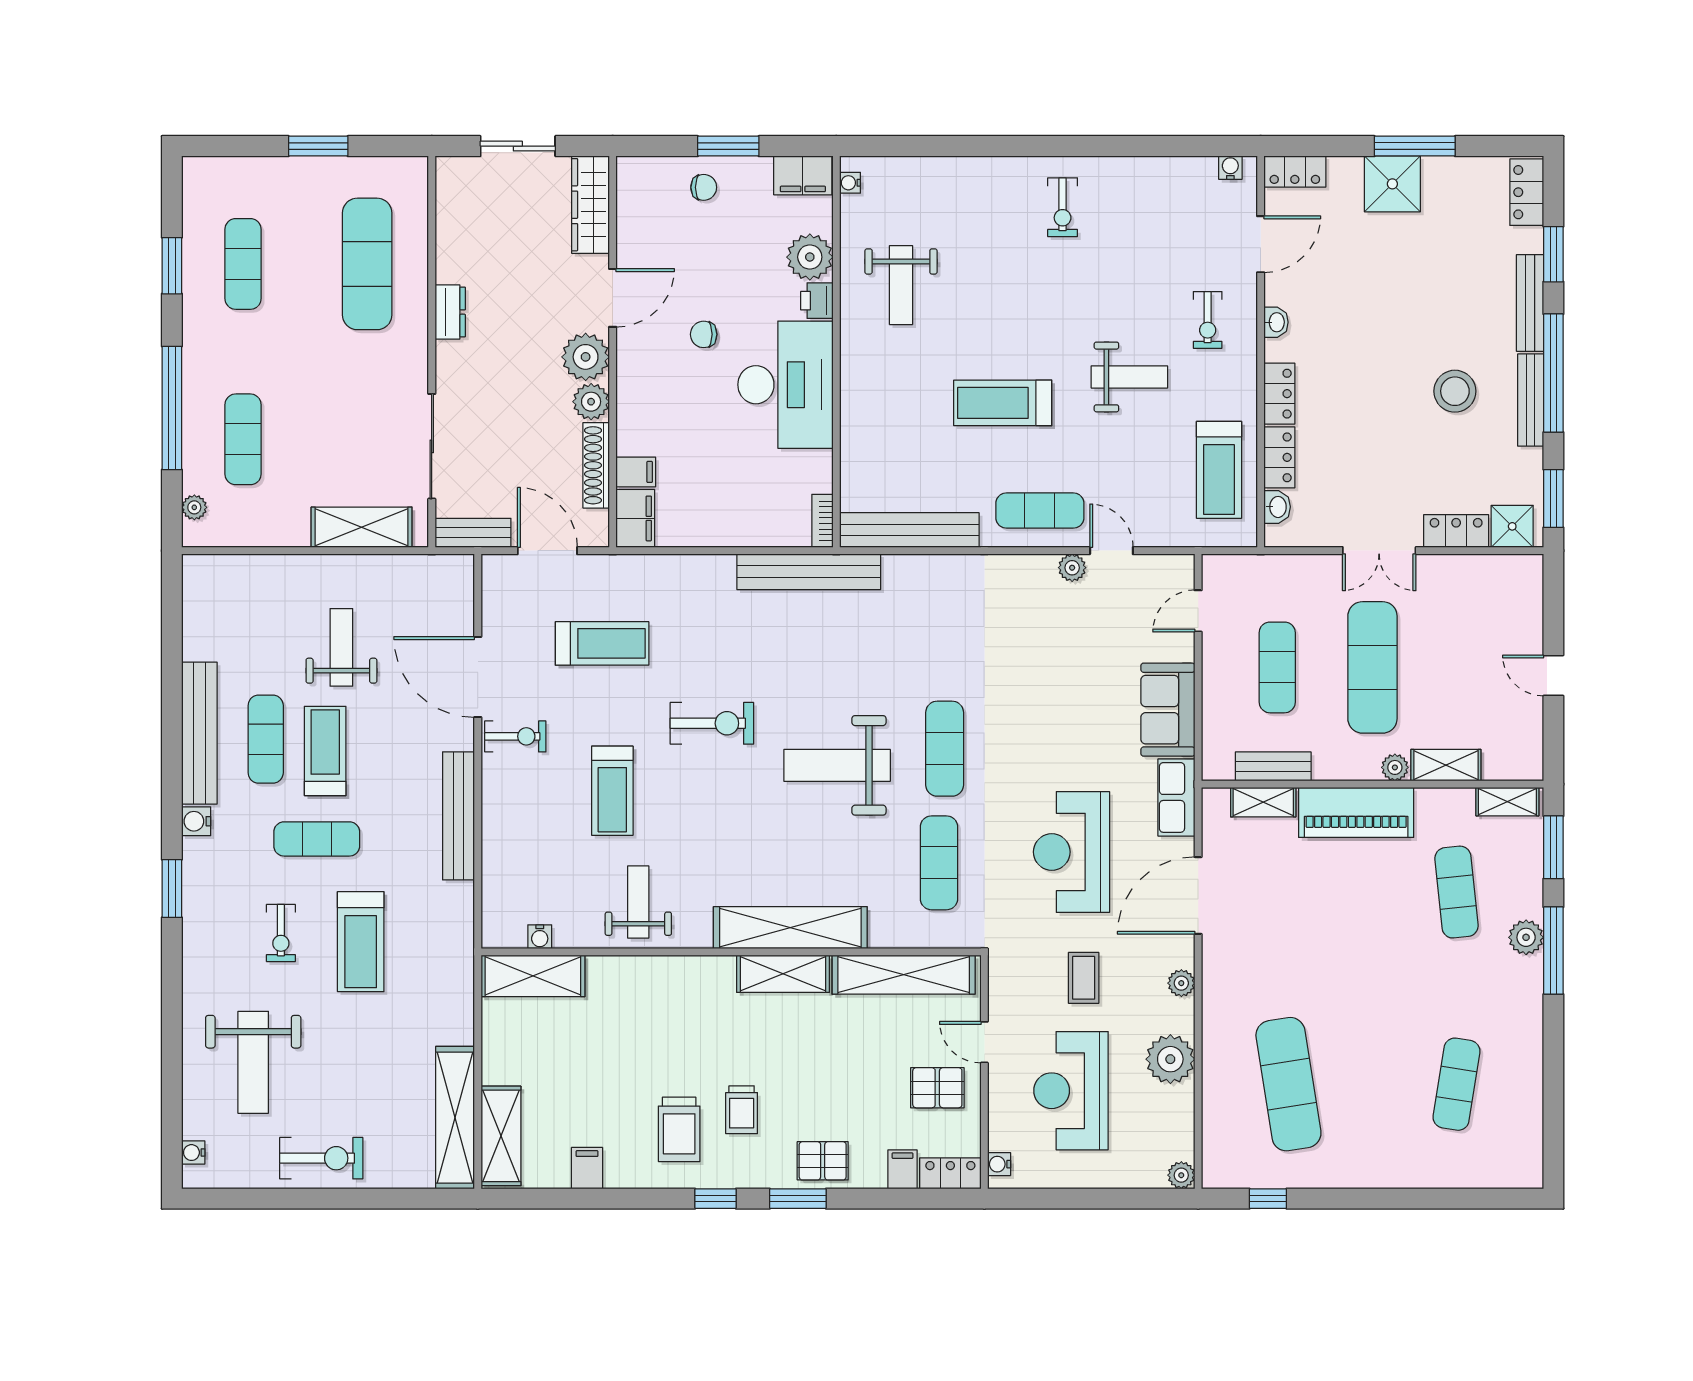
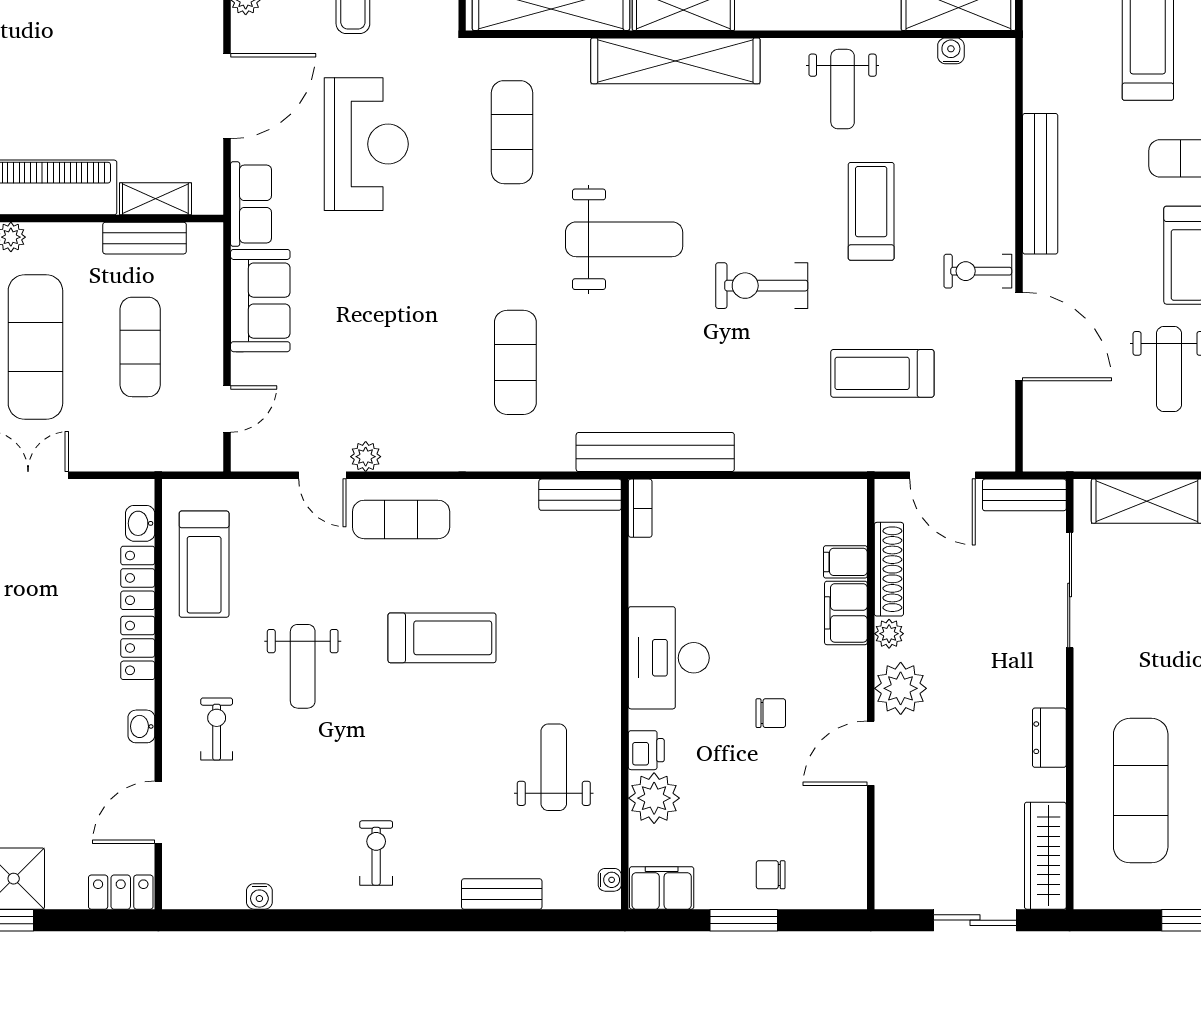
water cooler: (1230, 168) -> (259, 896), moved
bench: (948, 170) -> (502, 894), added
wardrobe: (590, 205) -> (1045, 856), moved, turned 180
weight bench: (1129, 377) -> (303, 666), turned -90
desk: (785, 385) -> (669, 658), width x0.73, depth x0.77
plant: (591, 402) -> (889, 634), width x0.73, depth x0.73
treadmill: (1219, 470) -> (204, 564), turned 180
filing cabinet: (635, 518) -> (846, 613), moved
bench: (909, 530) -> (580, 495), width x0.54, depth x0.82
exercise mat: (945, 749) -> (515, 362), moved

